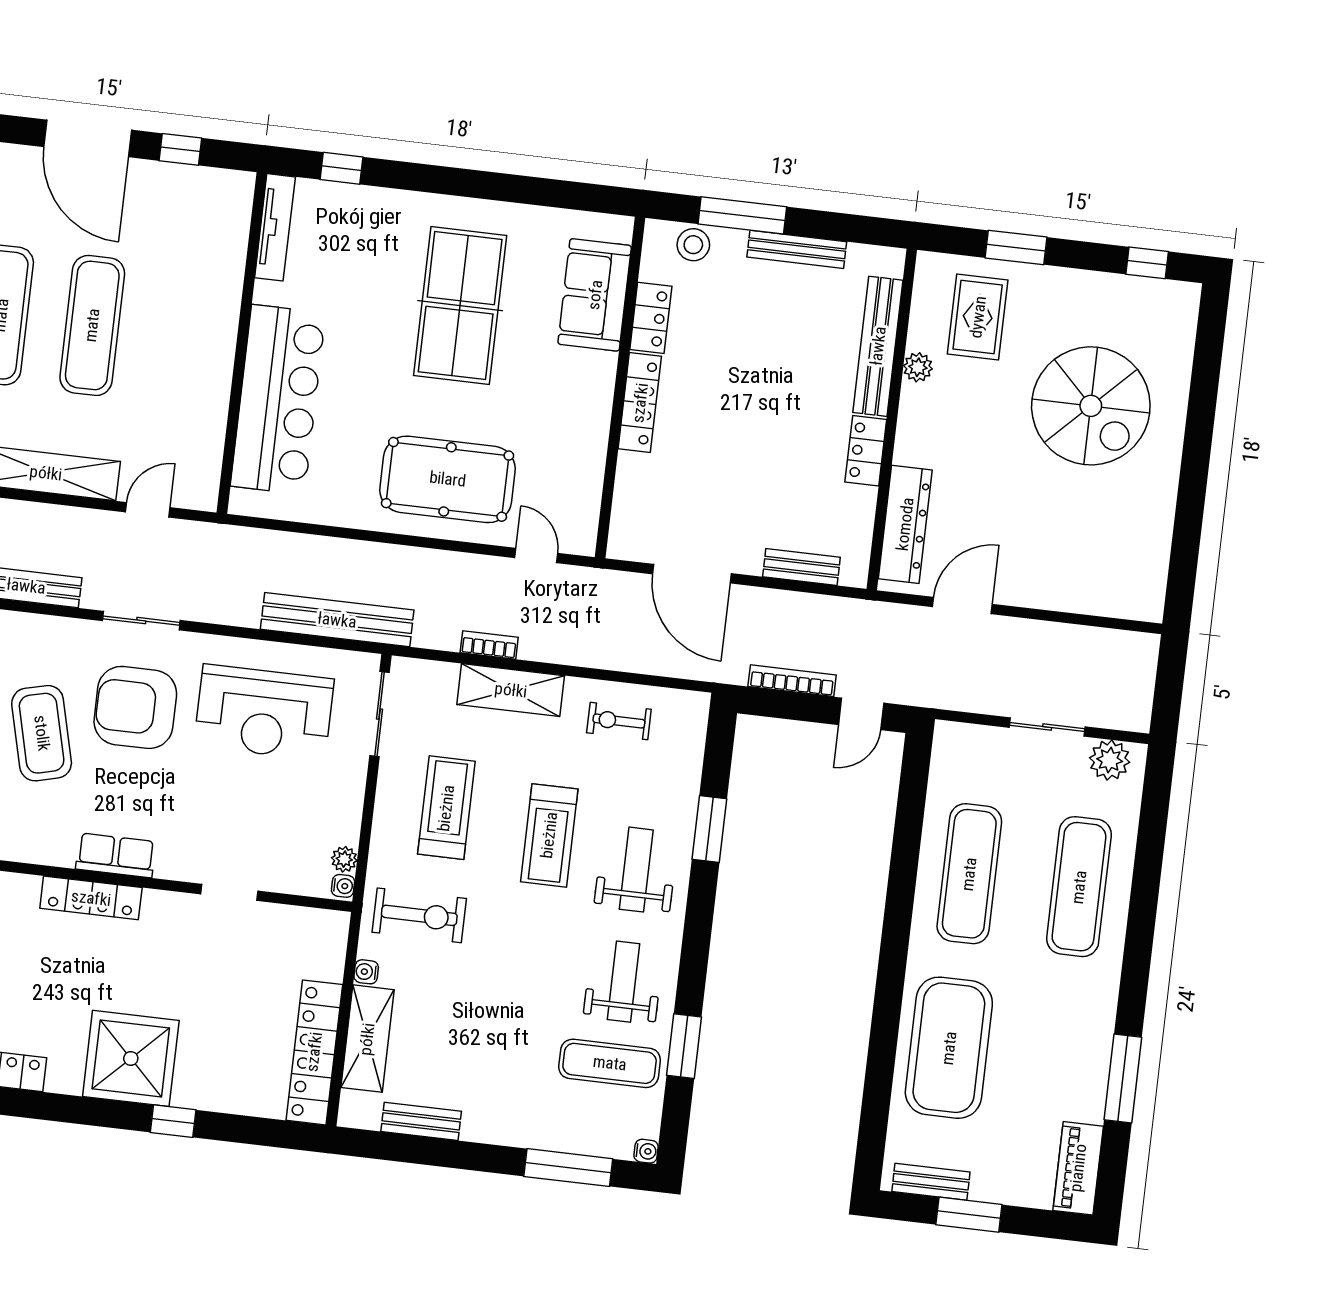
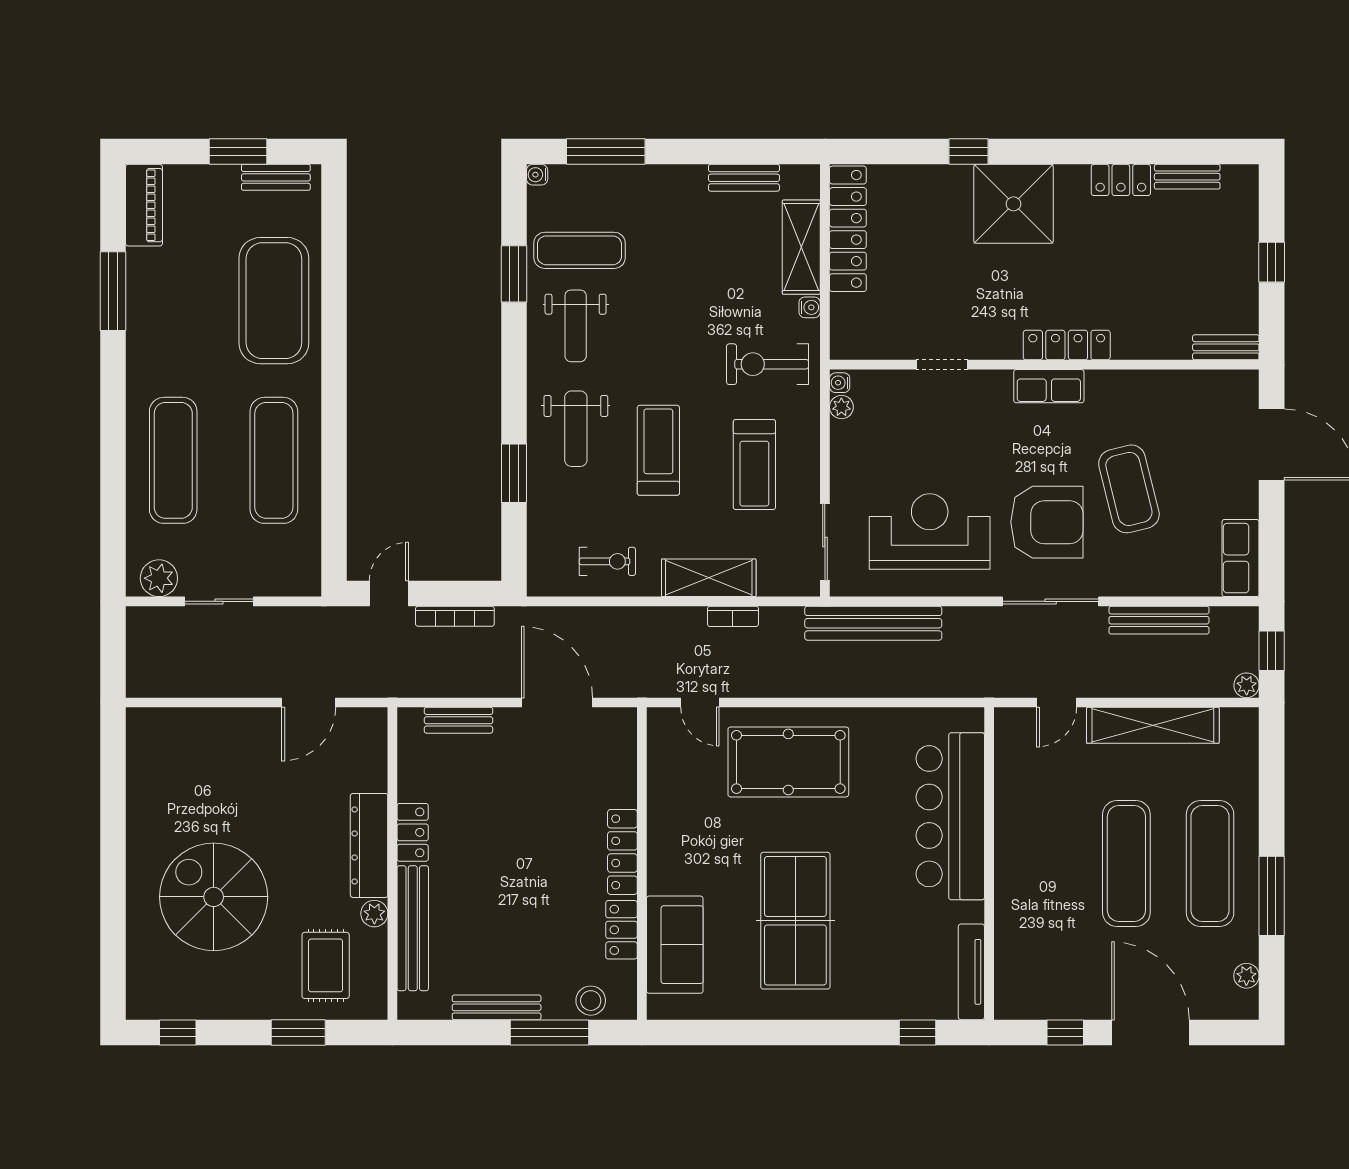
dresser: (905, 524) -> (369, 845), moved
sliding door: (141, 621) -> (1051, 601), width x1.37

